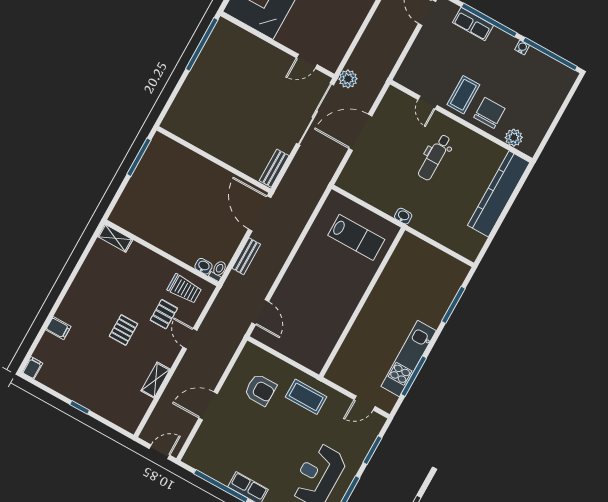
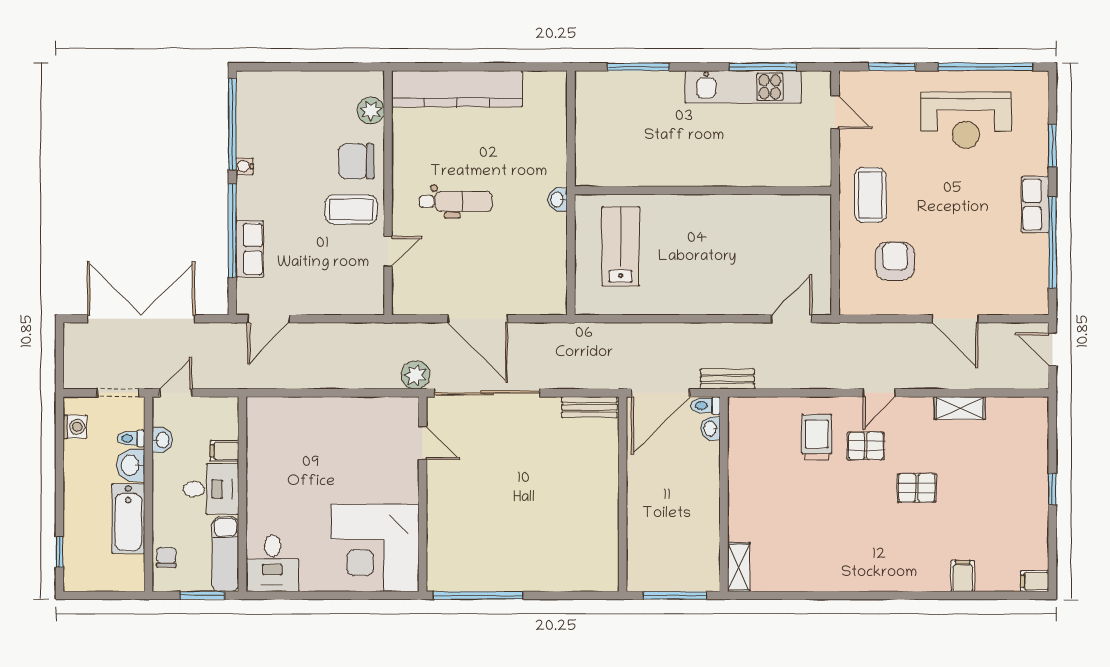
shelving: (115, 238) -> (739, 567), moved
wall: (162, 253) -> (724, 494), moved
washbasin: (204, 266) -> (711, 429), moved
toilet: (218, 271) -> (705, 406), moved

